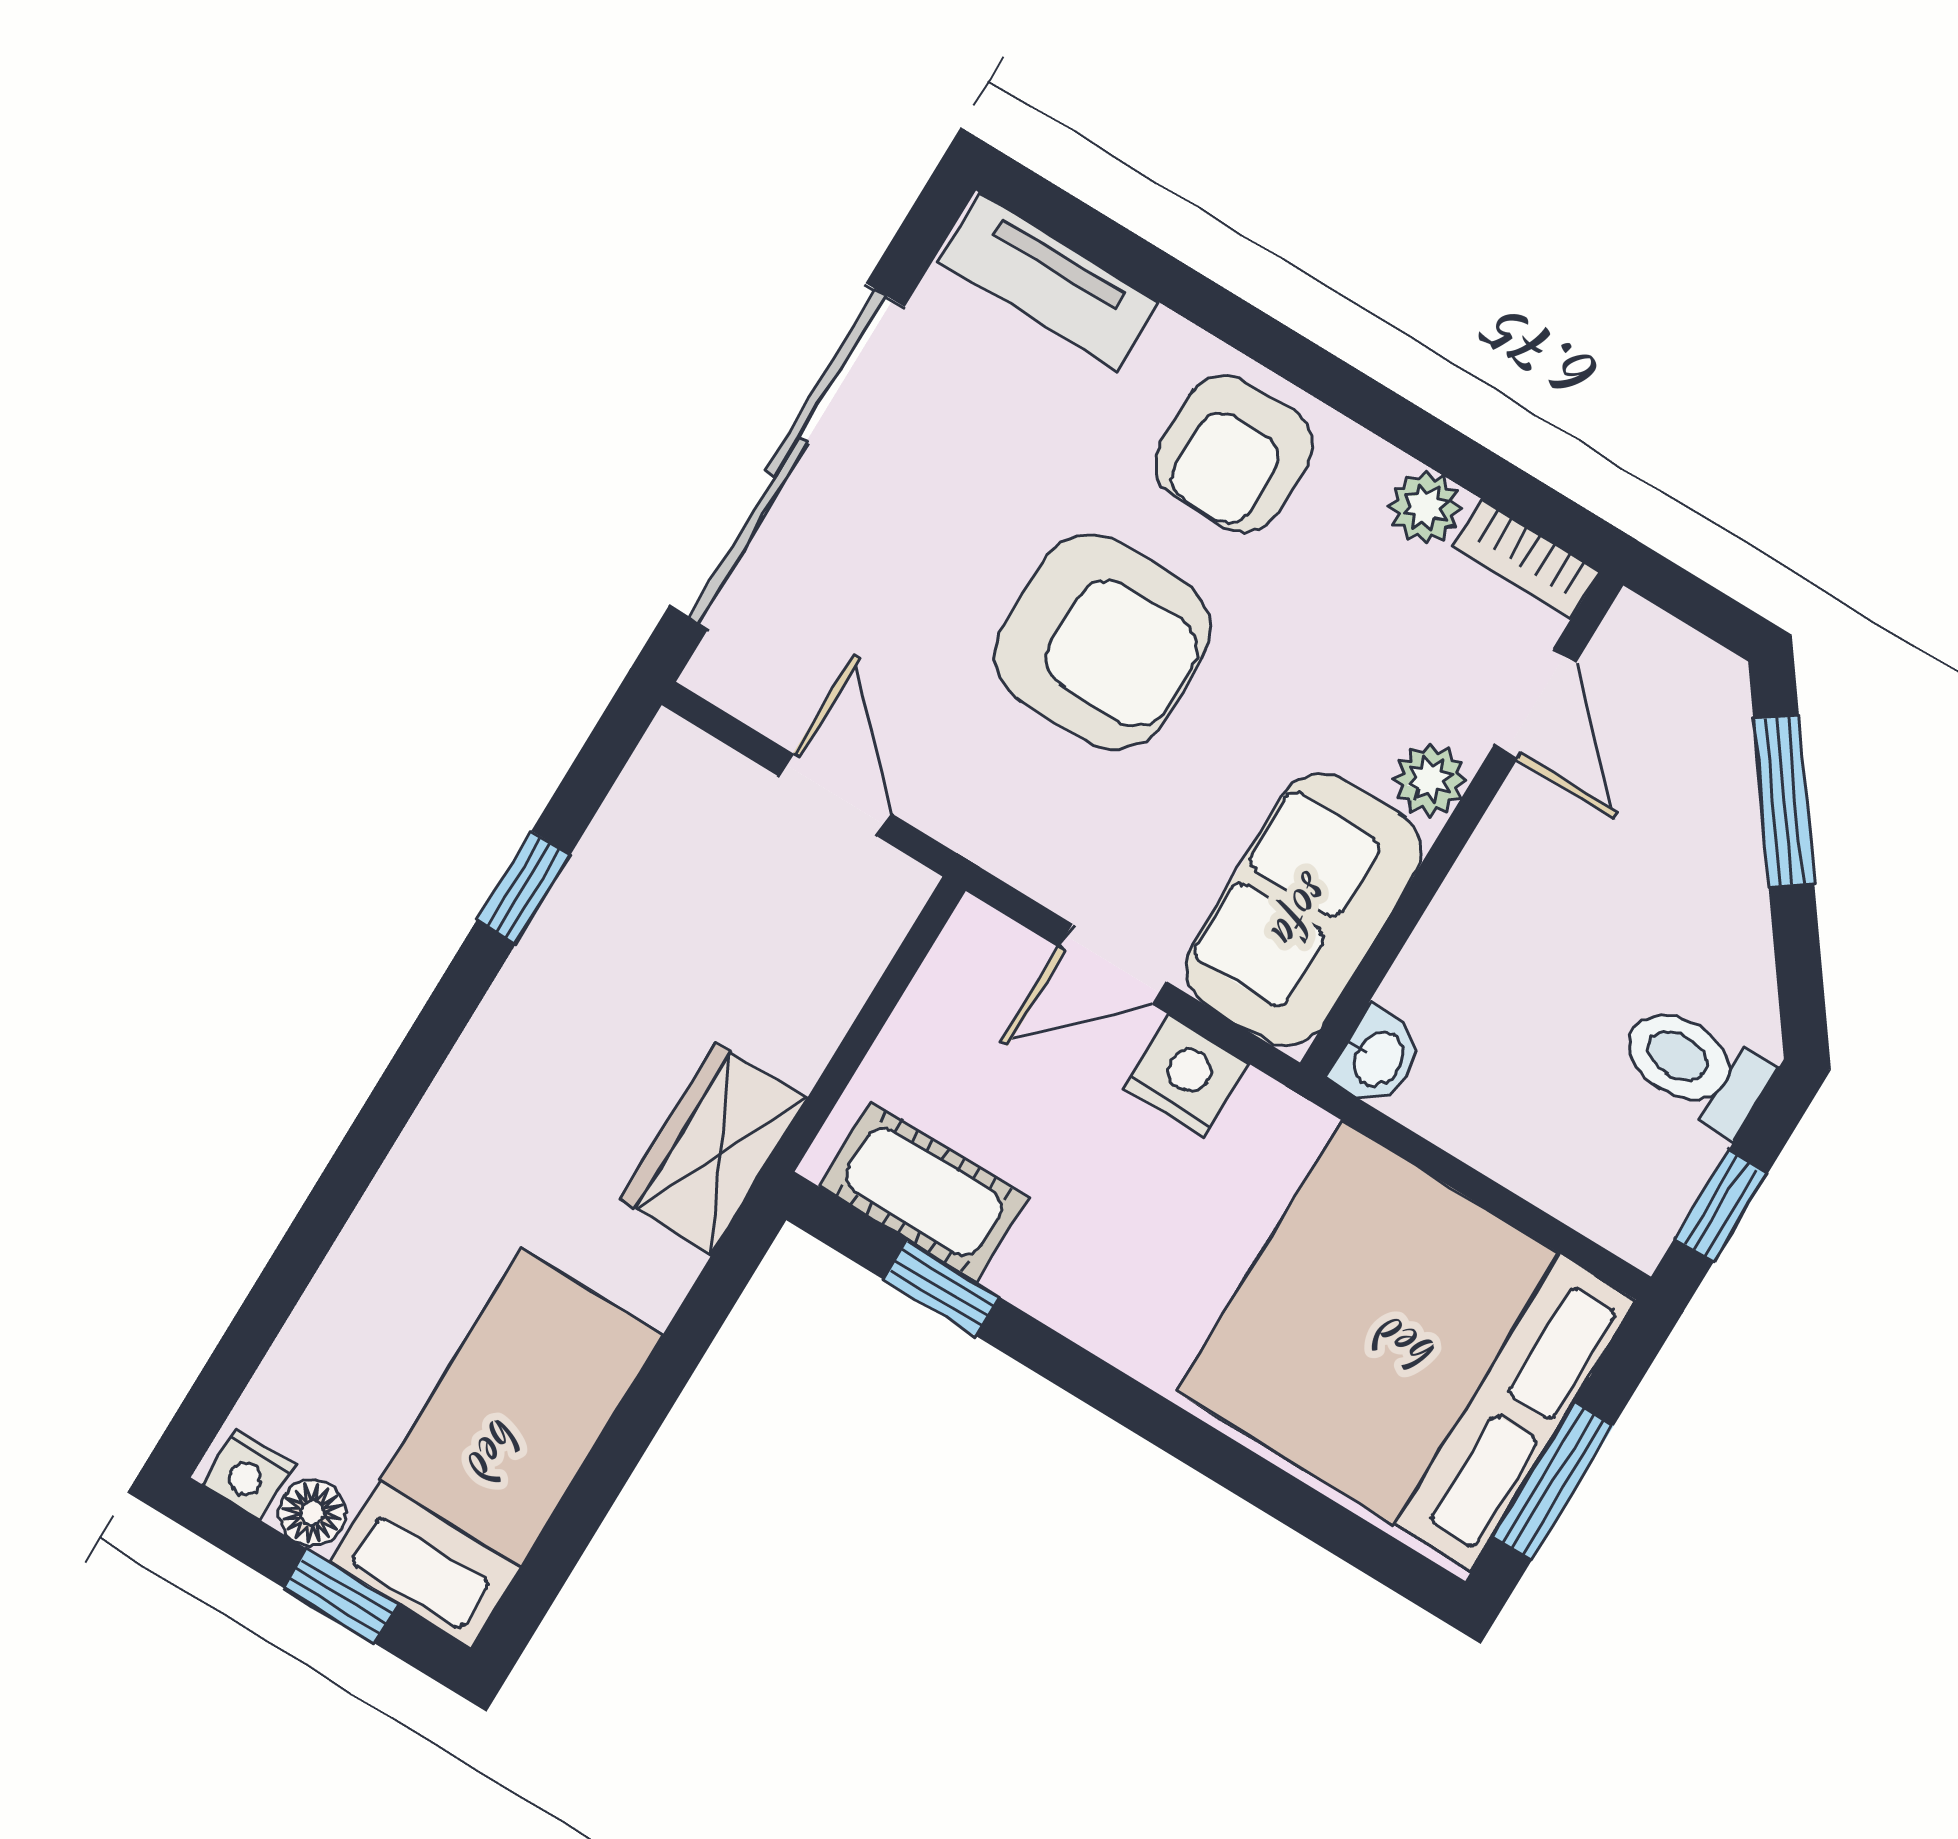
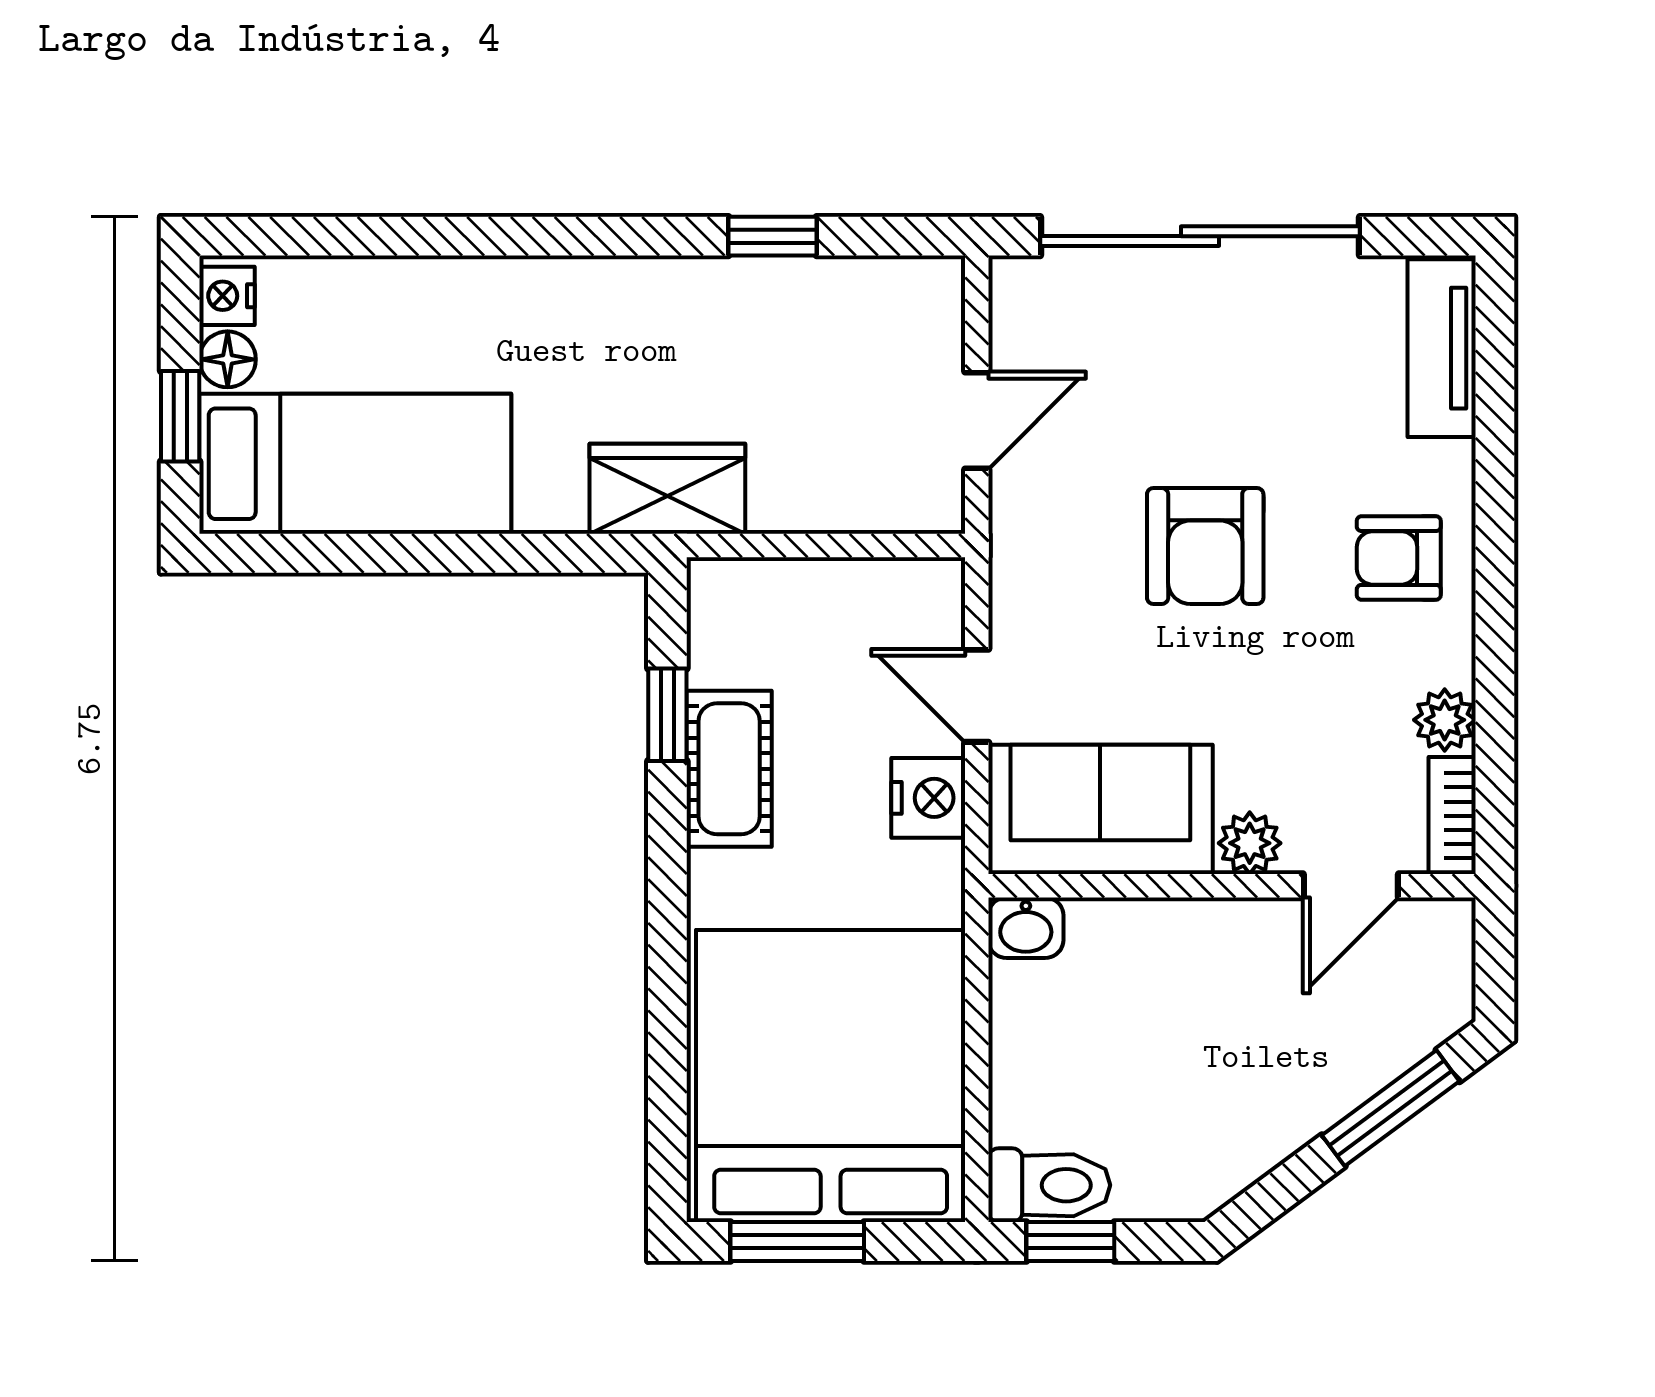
armchair: (1234, 454) -> (1399, 558), width x0.72, depth x0.72
armchair: (1103, 642) -> (1205, 546), width x0.73, depth x0.73
toilet: (1695, 1067) -> (1049, 1185), moved, turned 90
cot: (924, 1192) -> (729, 769), moved

